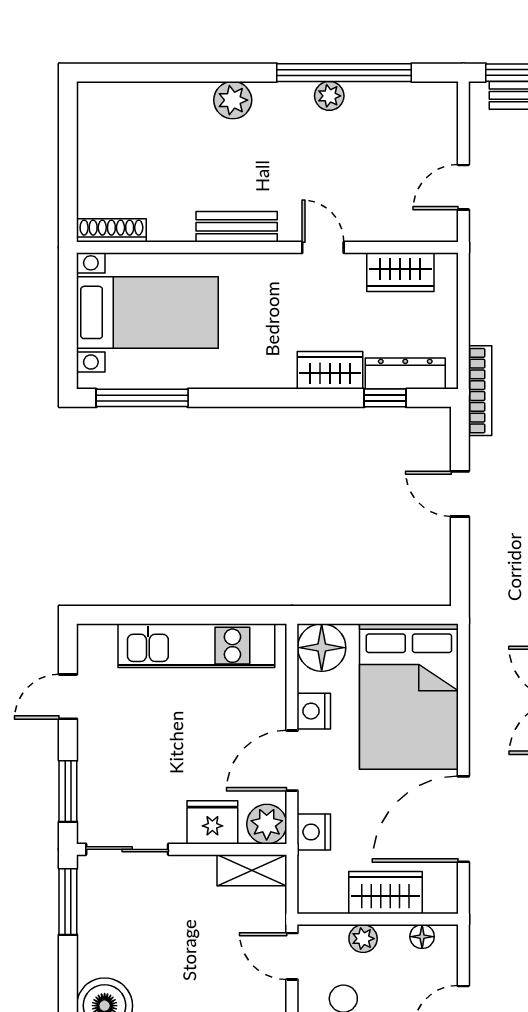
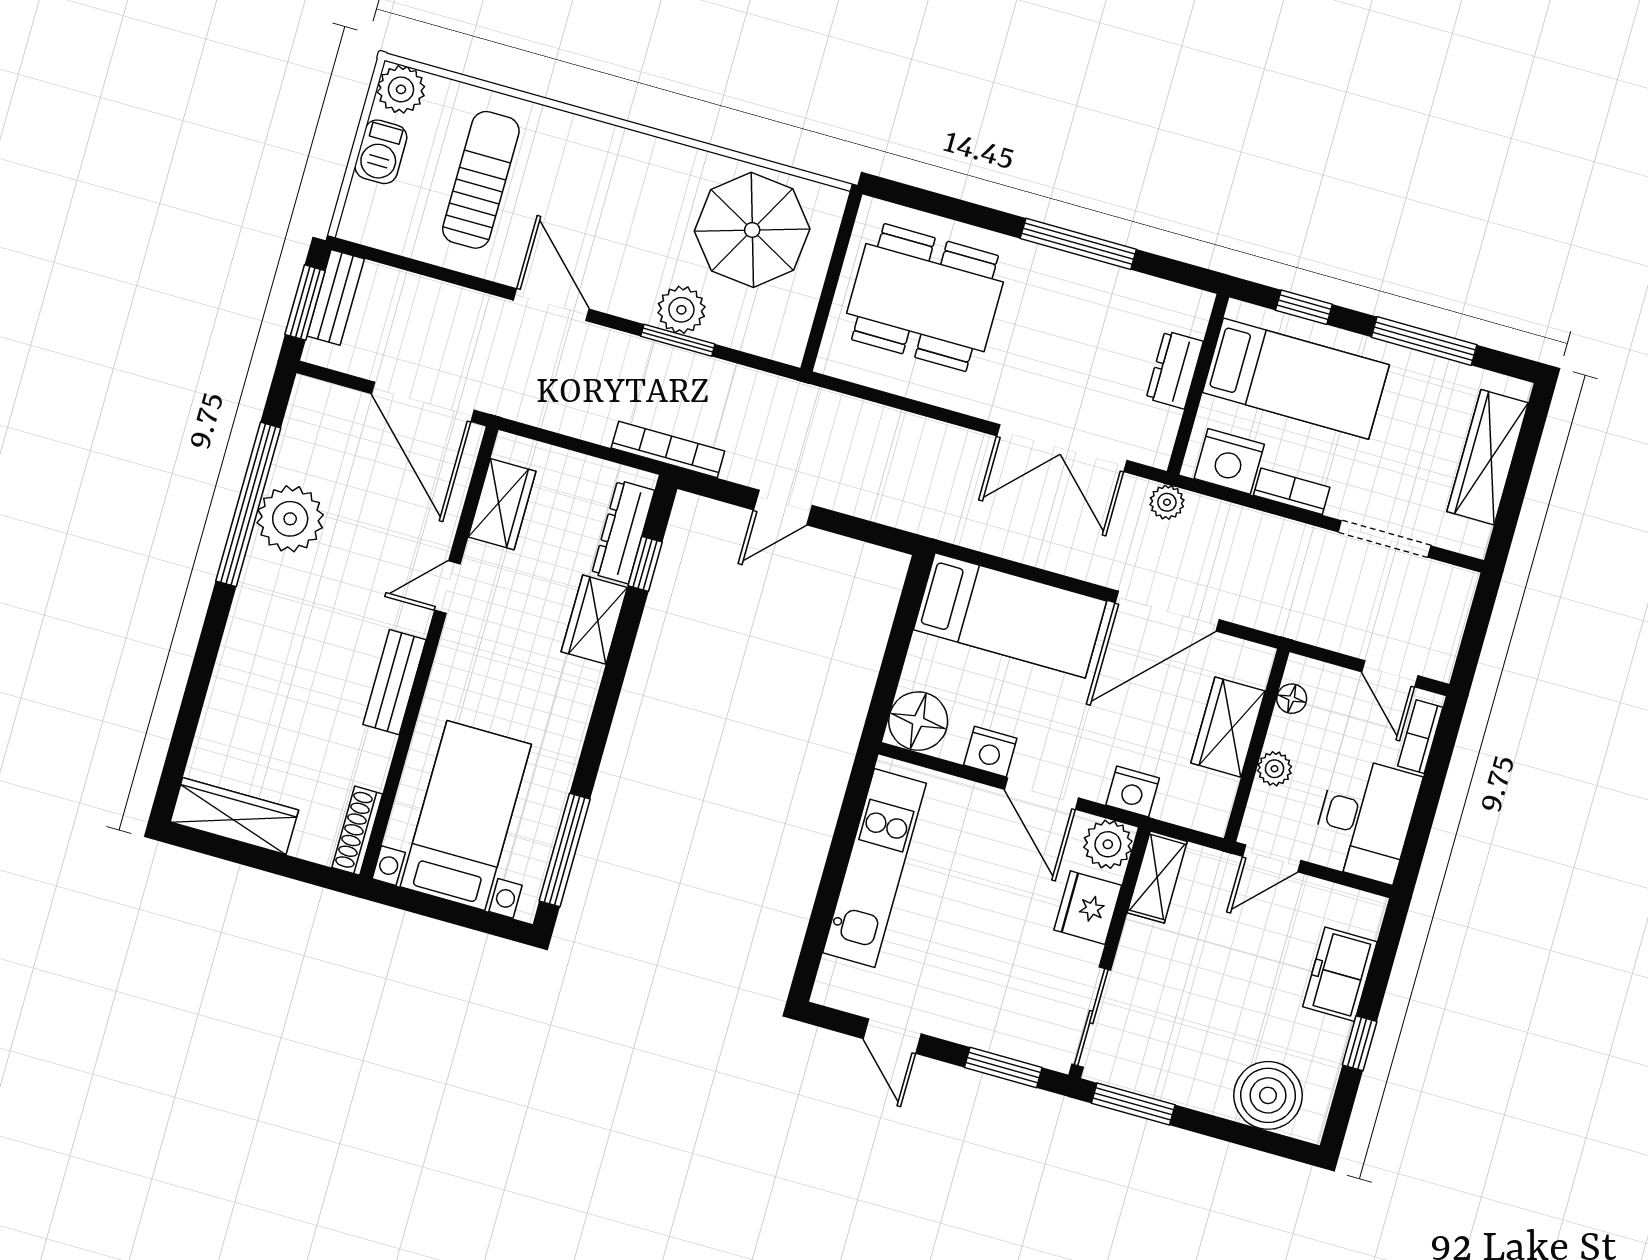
plant: (329, 96) -> (290, 519), width x1.87, depth x1.87
plant: (233, 100) -> (244, 645), removed
wardrobe: (96, 130) -> (234, 816), added
door: (463, 187) -> (423, 402), width x1.88
bed: (409, 696) -> (1010, 615), width x0.67
door: (463, 819) -> (1167, 611), hinge flipped

